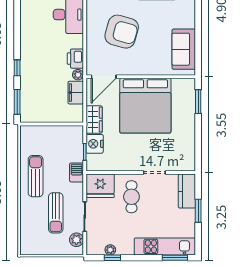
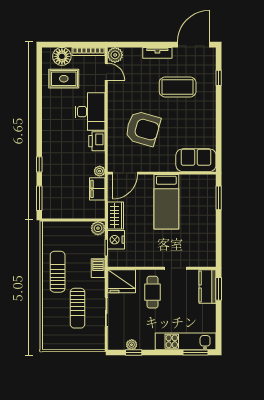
sofa: (184, 49) -> (196, 160), moved, turned 90
printer: (75, 59) -> (97, 141), moved
bed: (145, 106) -> (166, 202), width x0.49
window: (198, 211) -> (219, 289), moved
plant: (76, 240) -> (98, 228), moved

